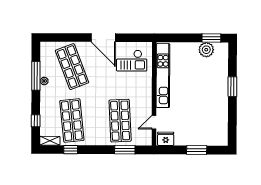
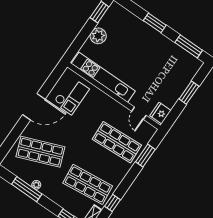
plant: (206, 50) -> (98, 36), moved
window: (232, 125) -> (189, 46), added

